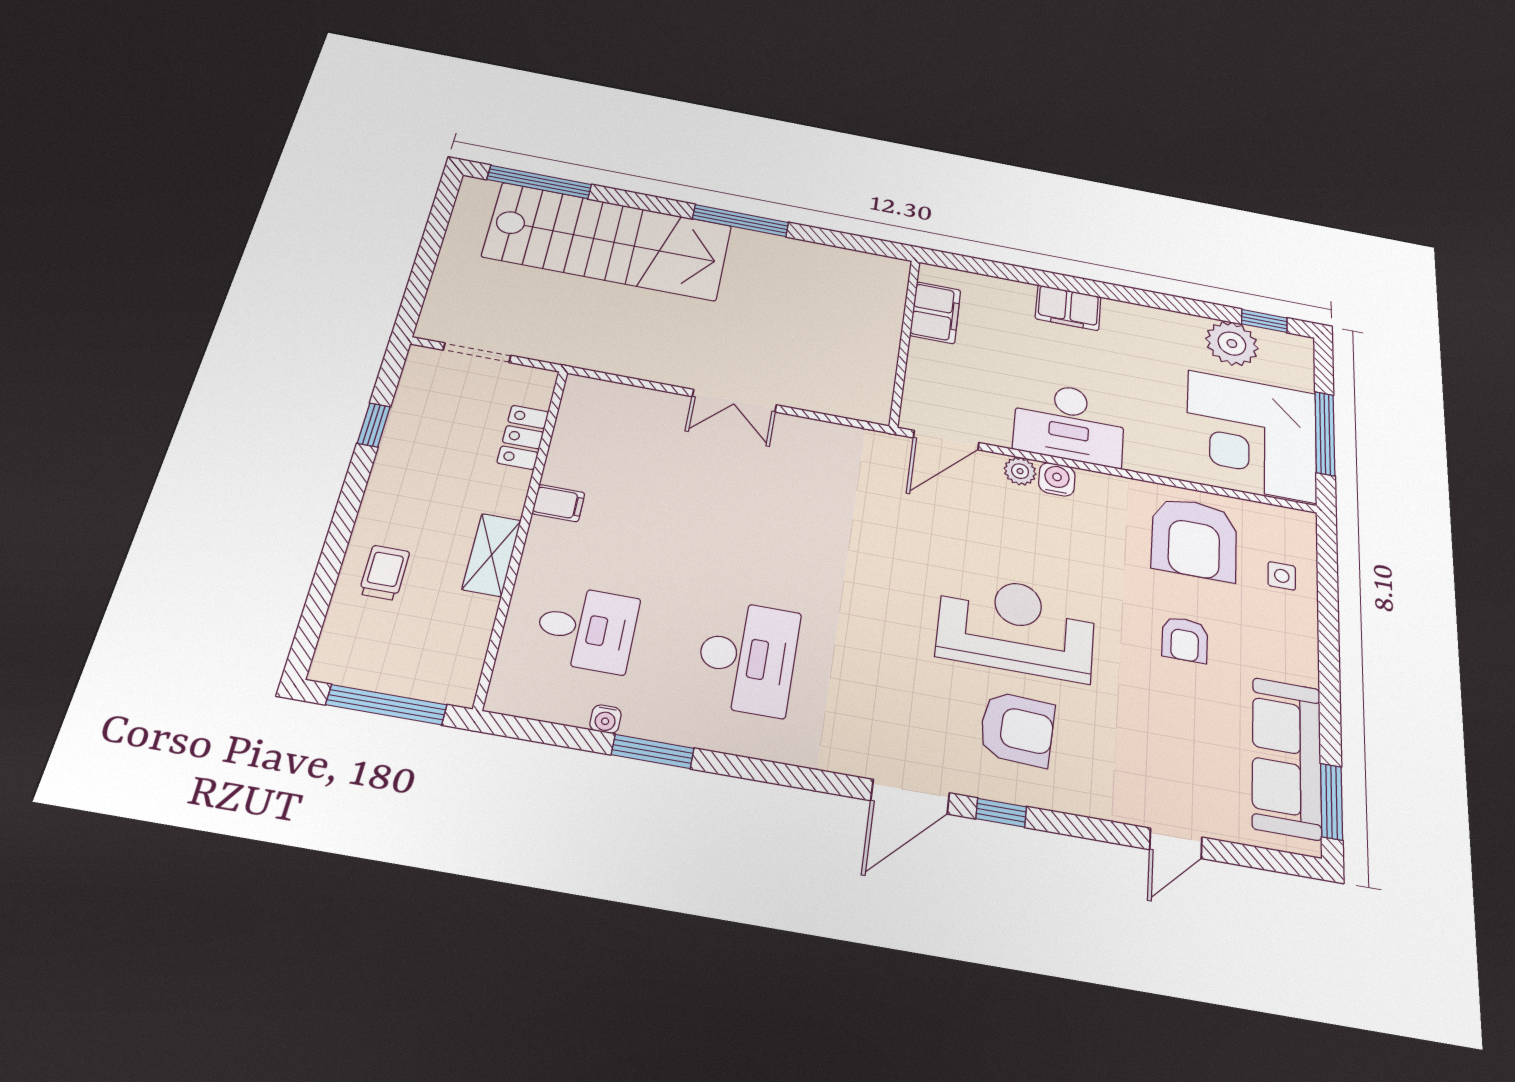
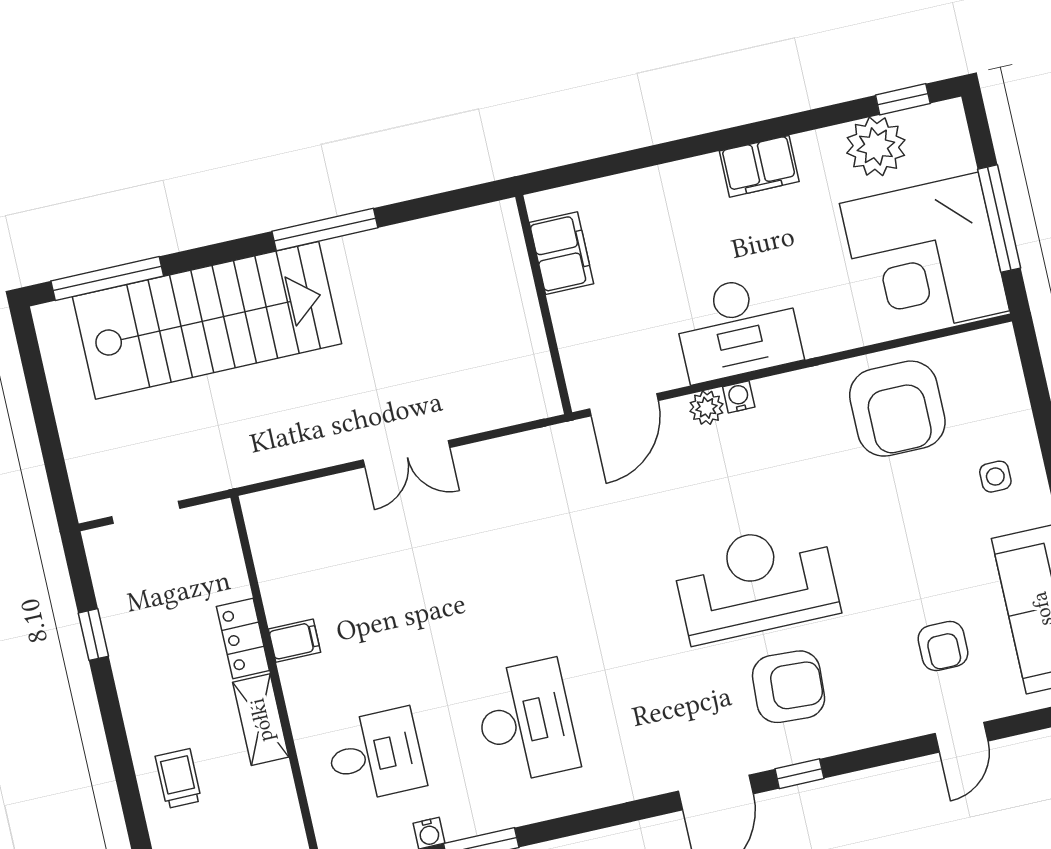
filing cabinet: (1068, 308) -> (759, 166), moved
locker: (523, 437) -> (243, 638), moved
water cooler: (1057, 479) -> (739, 397), width x0.72, depth x0.72
side table: (1282, 576) -> (995, 477), moved
armchair: (1185, 639) -> (943, 646), moved

